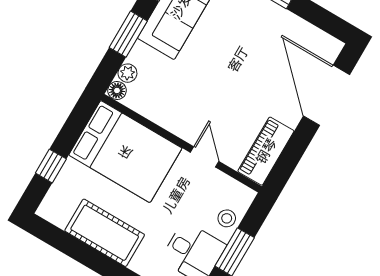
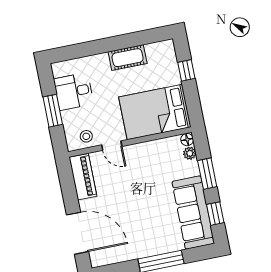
stool: (227, 218) -> (86, 136), moved
cot: (105, 233) -> (128, 58), width x0.73, depth x0.75

